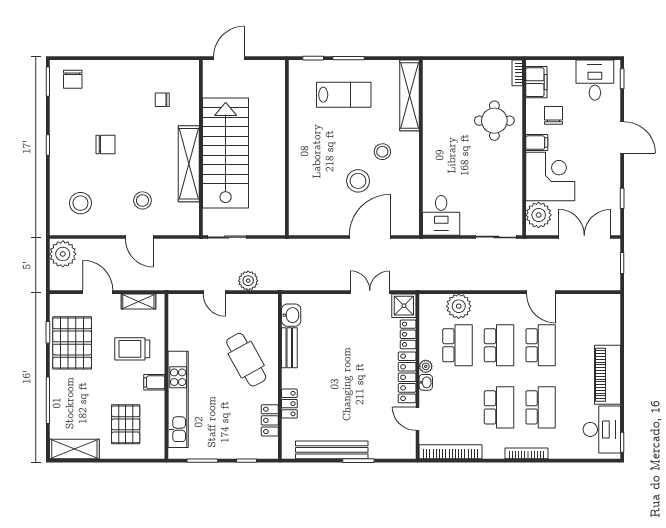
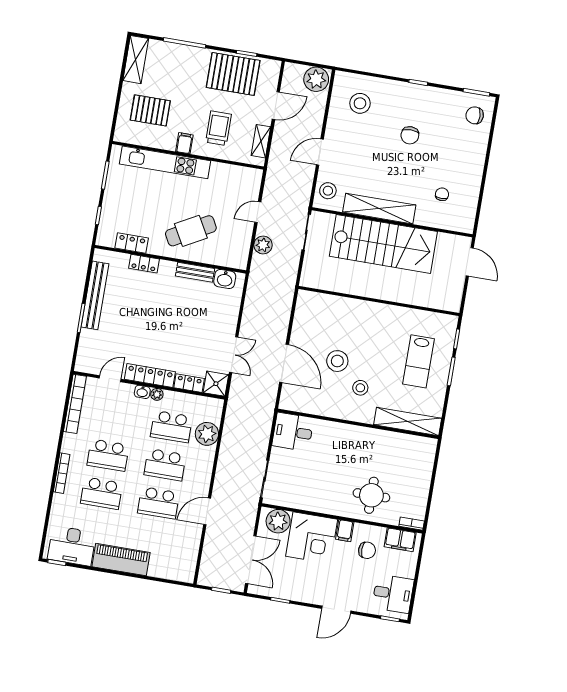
stool: (142, 200) -> (328, 191), moved

